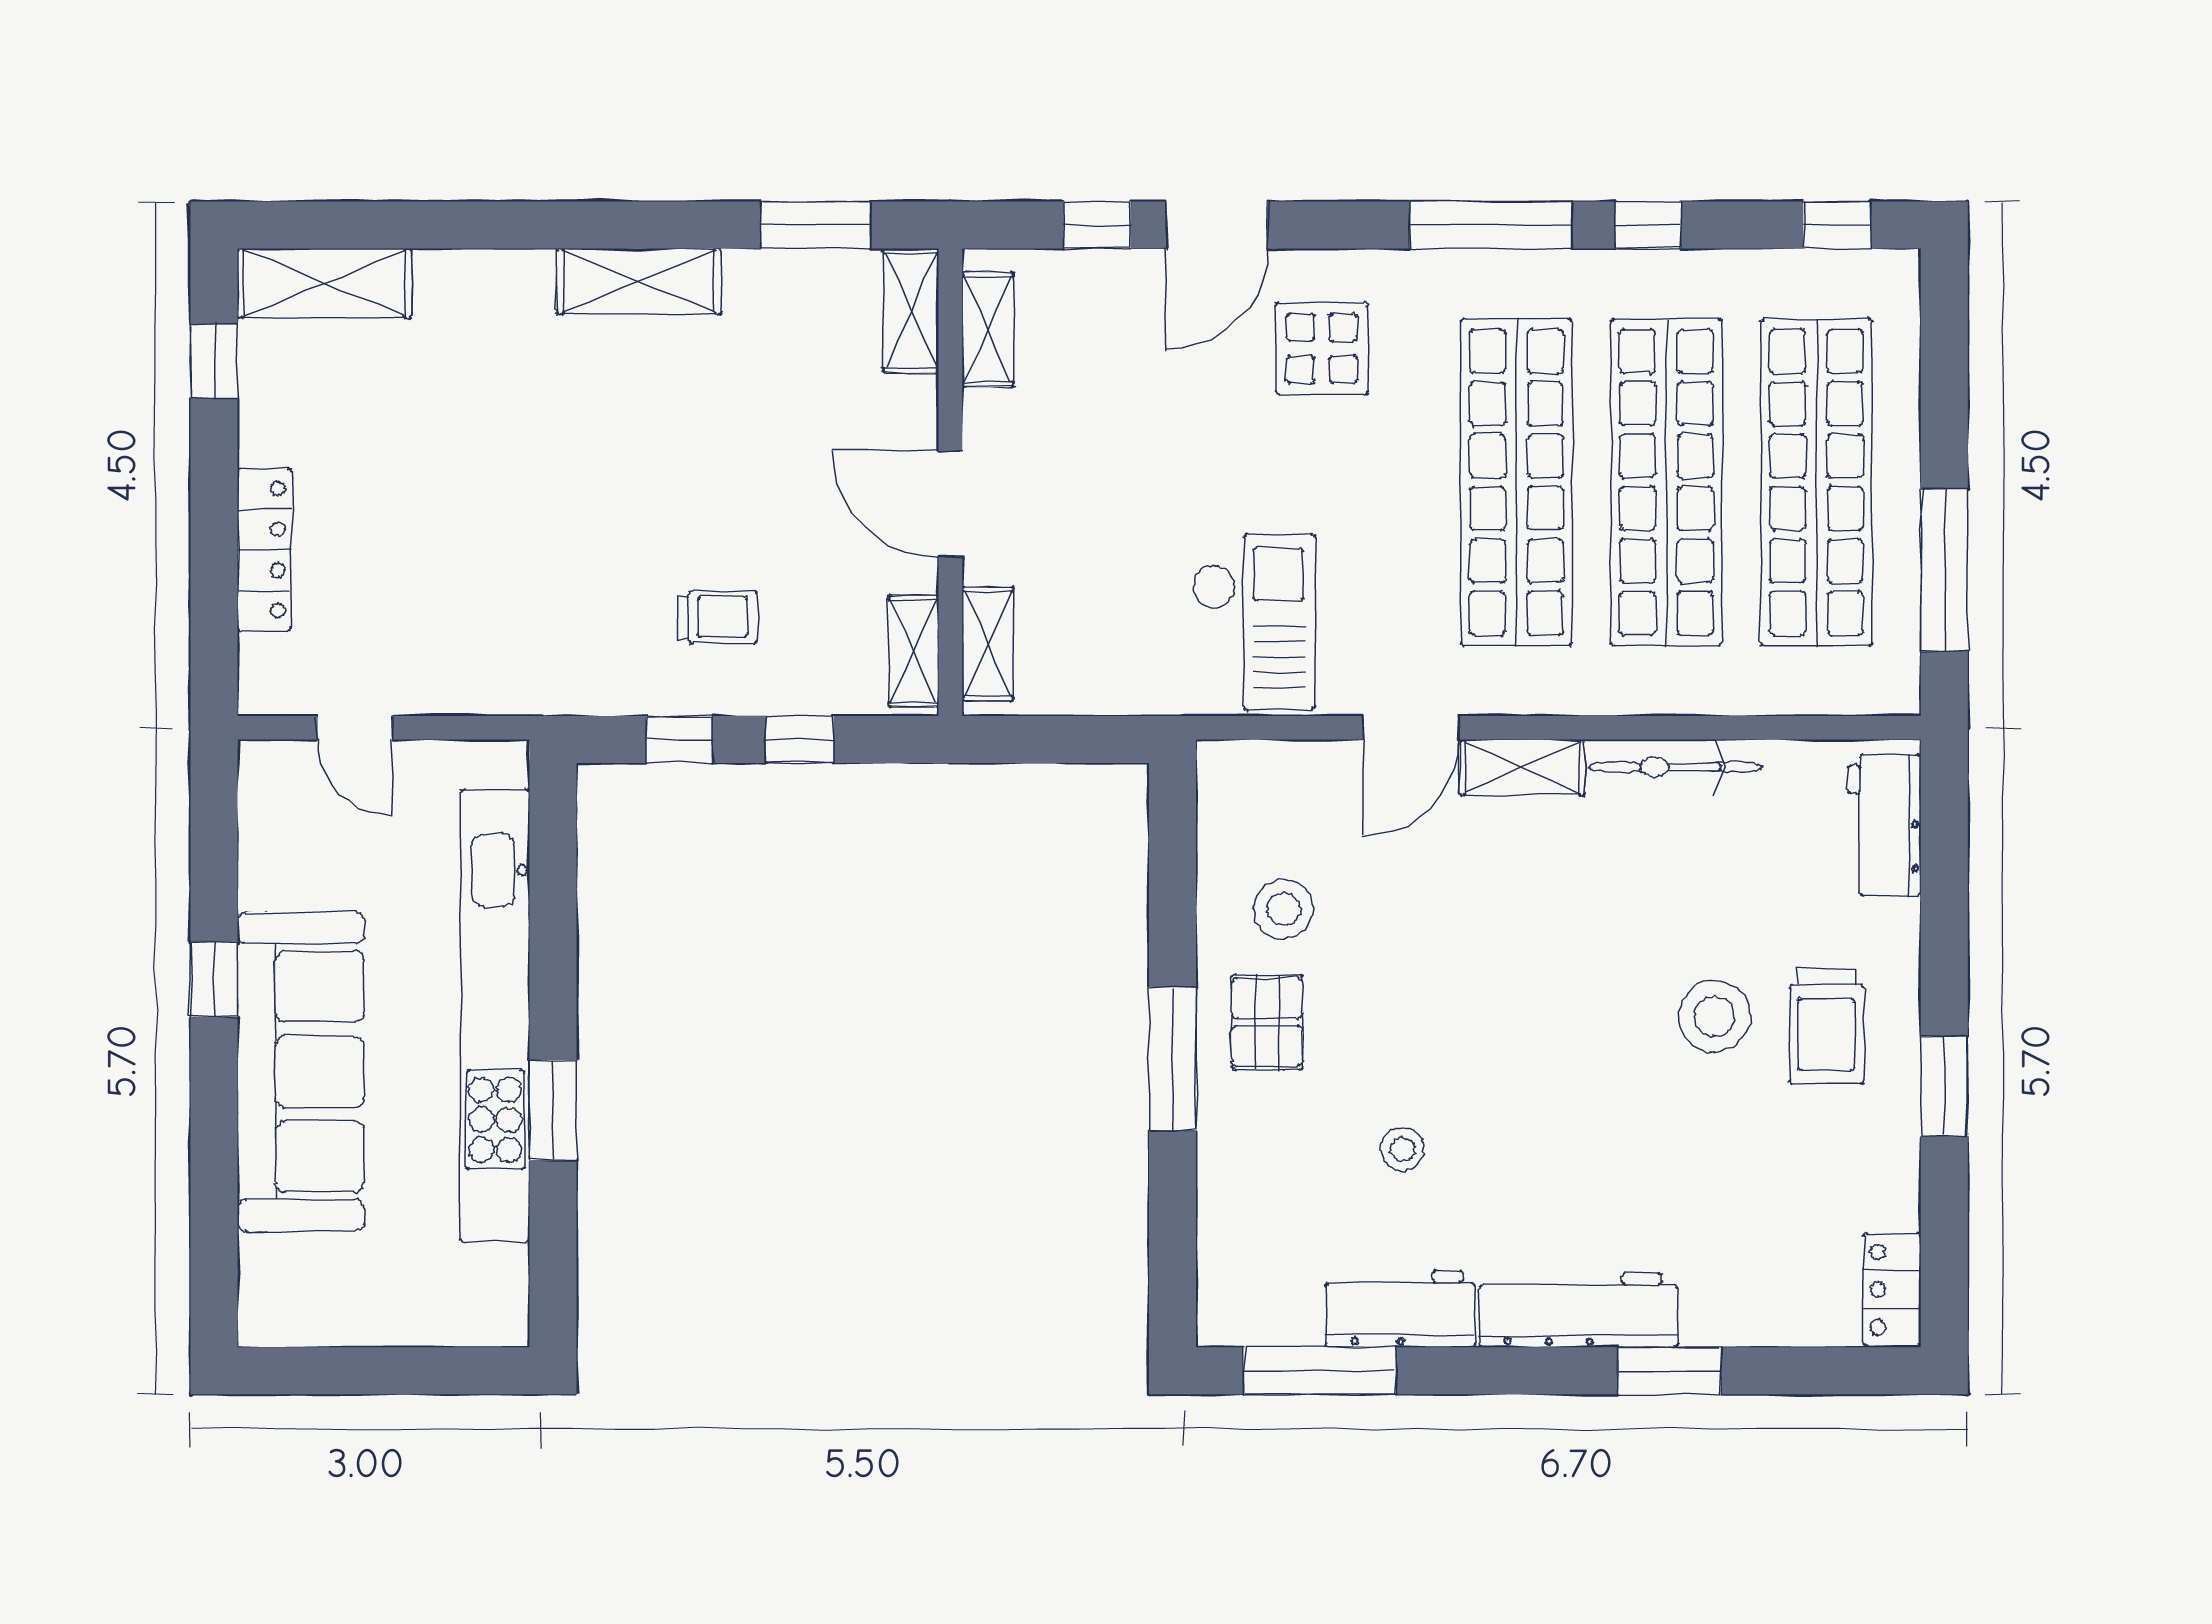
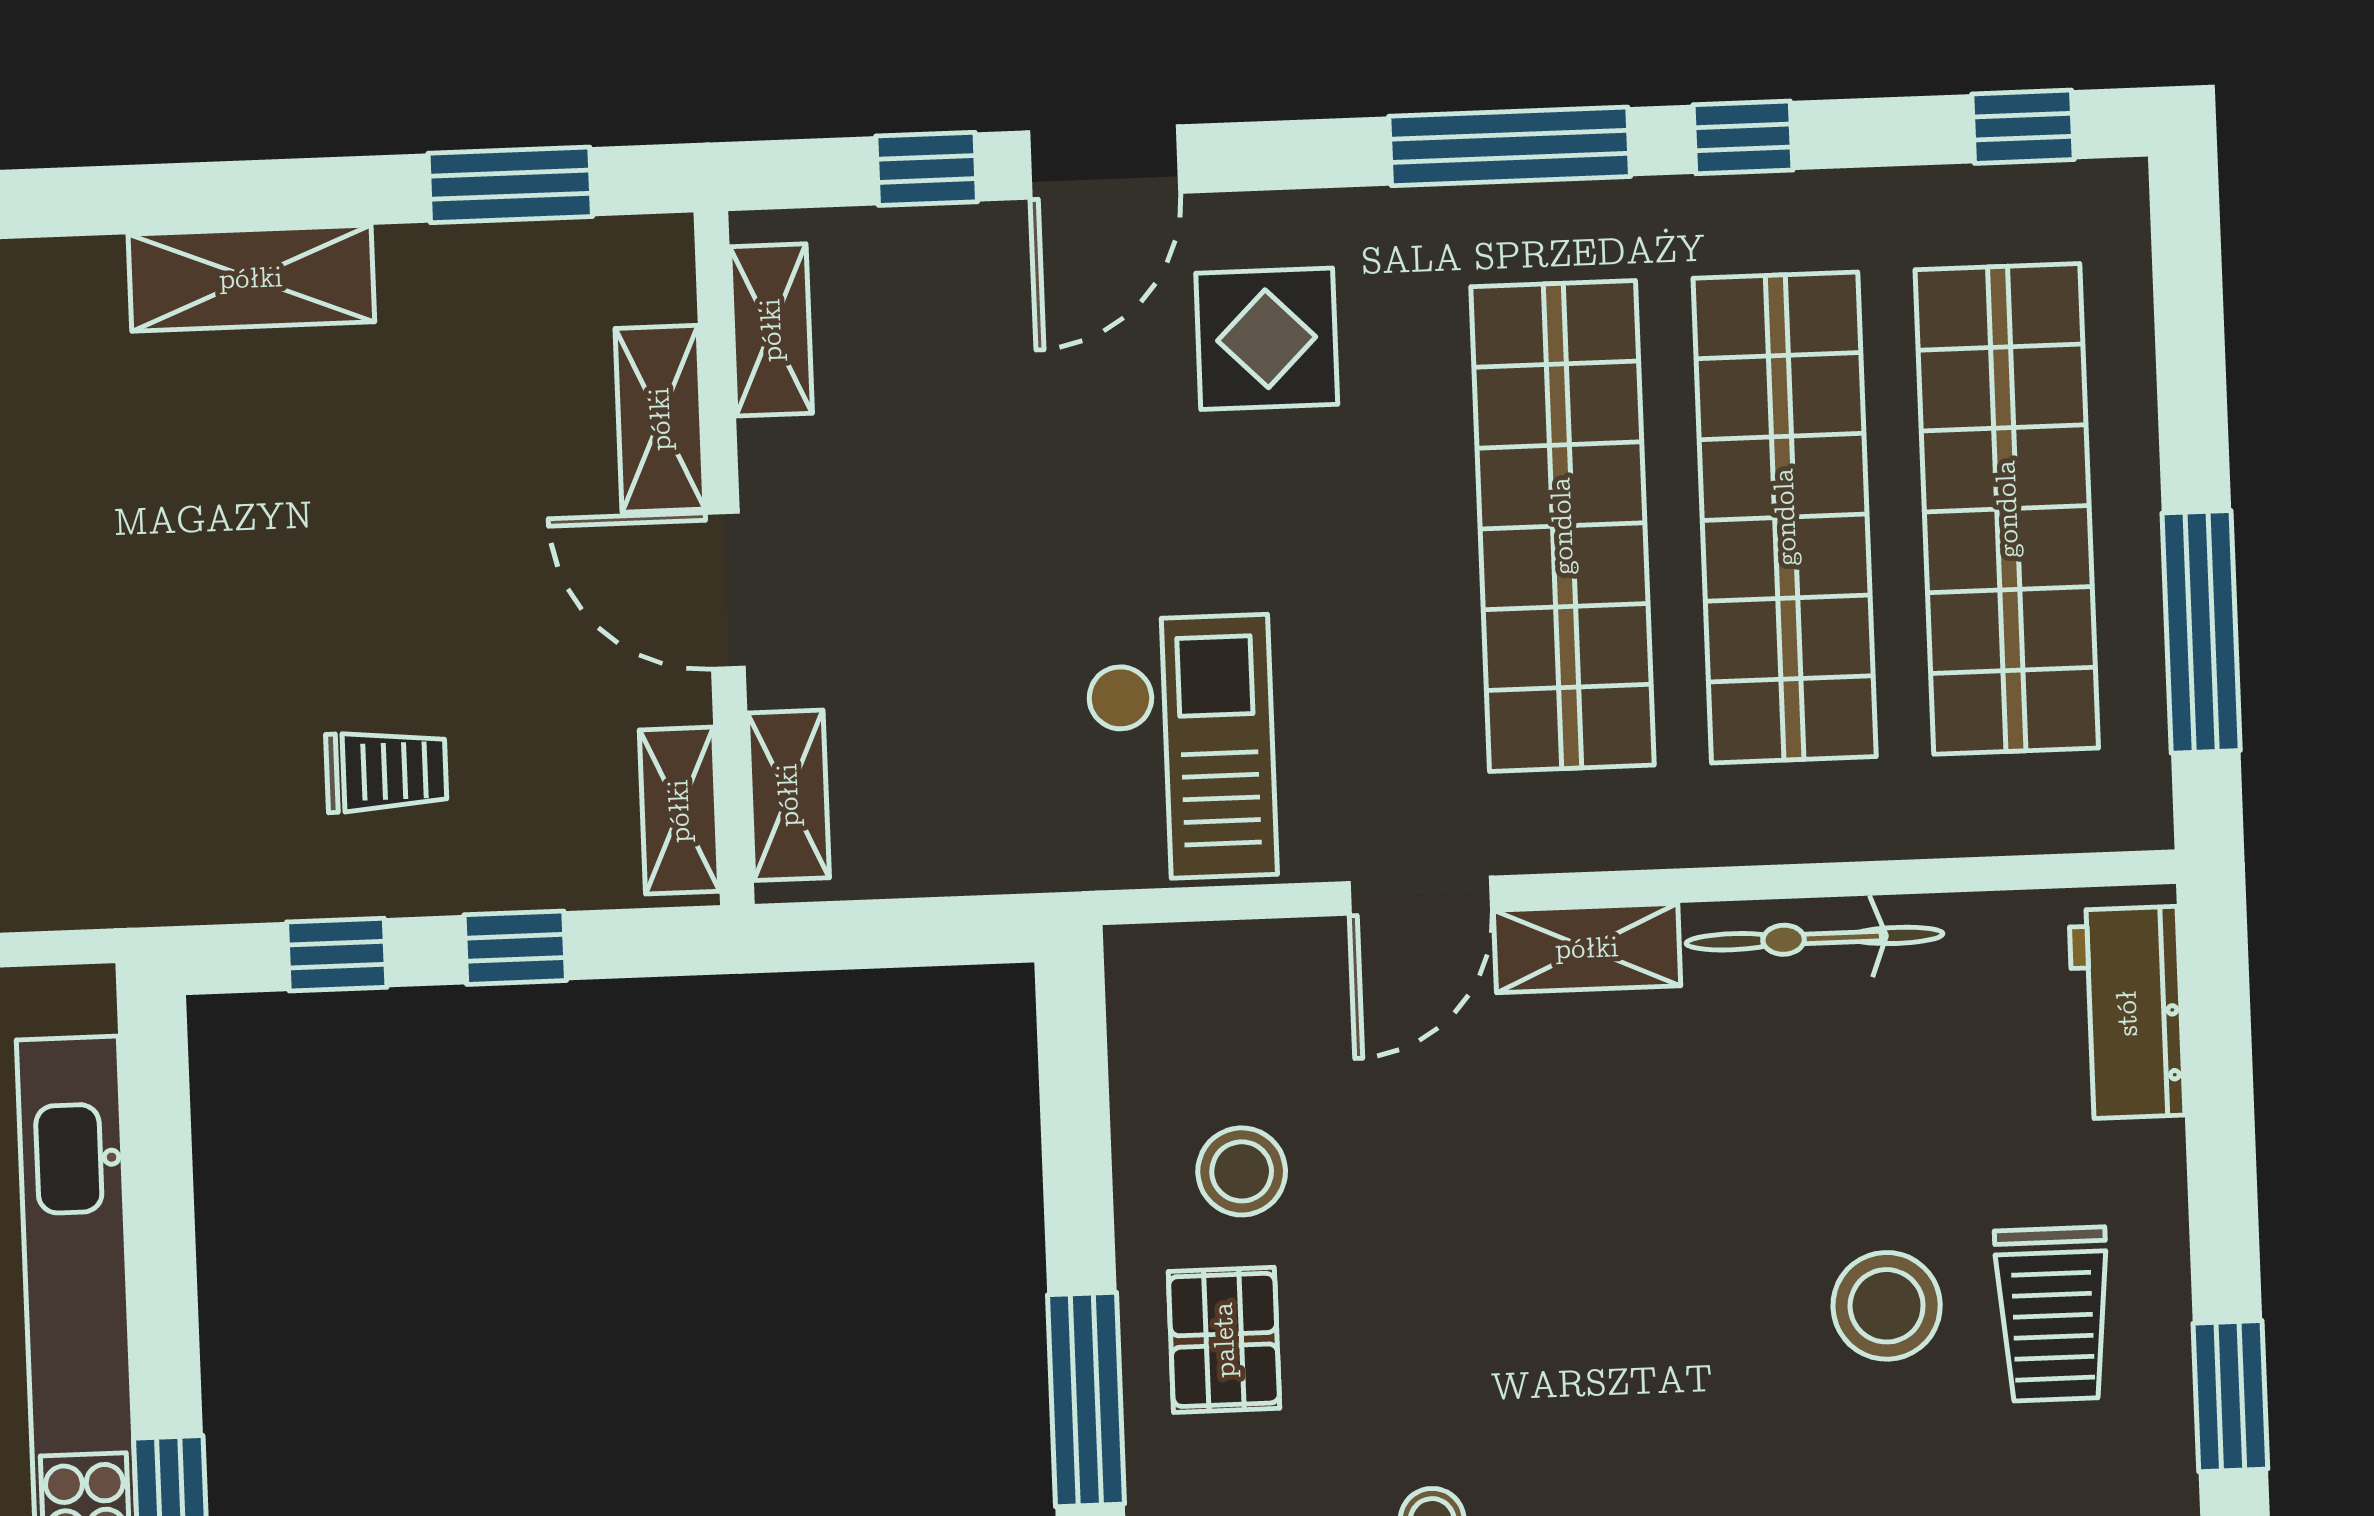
shelving: (911, 311) -> (660, 419), moved

